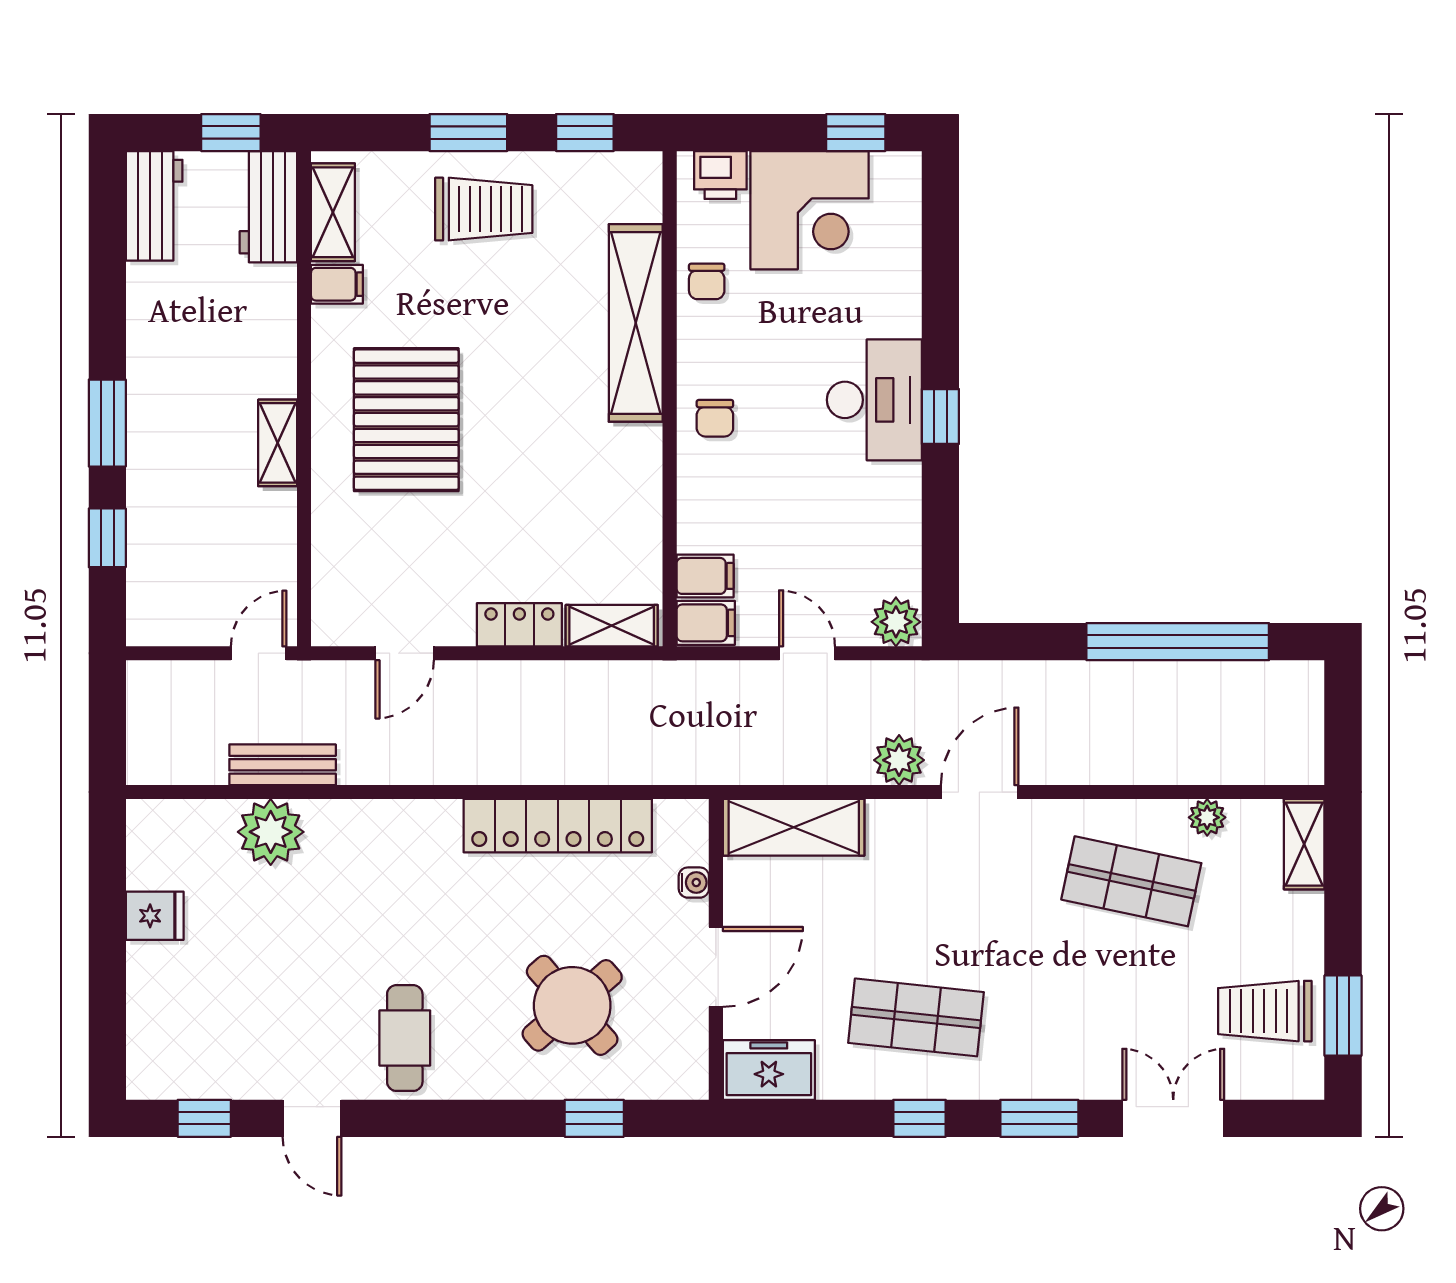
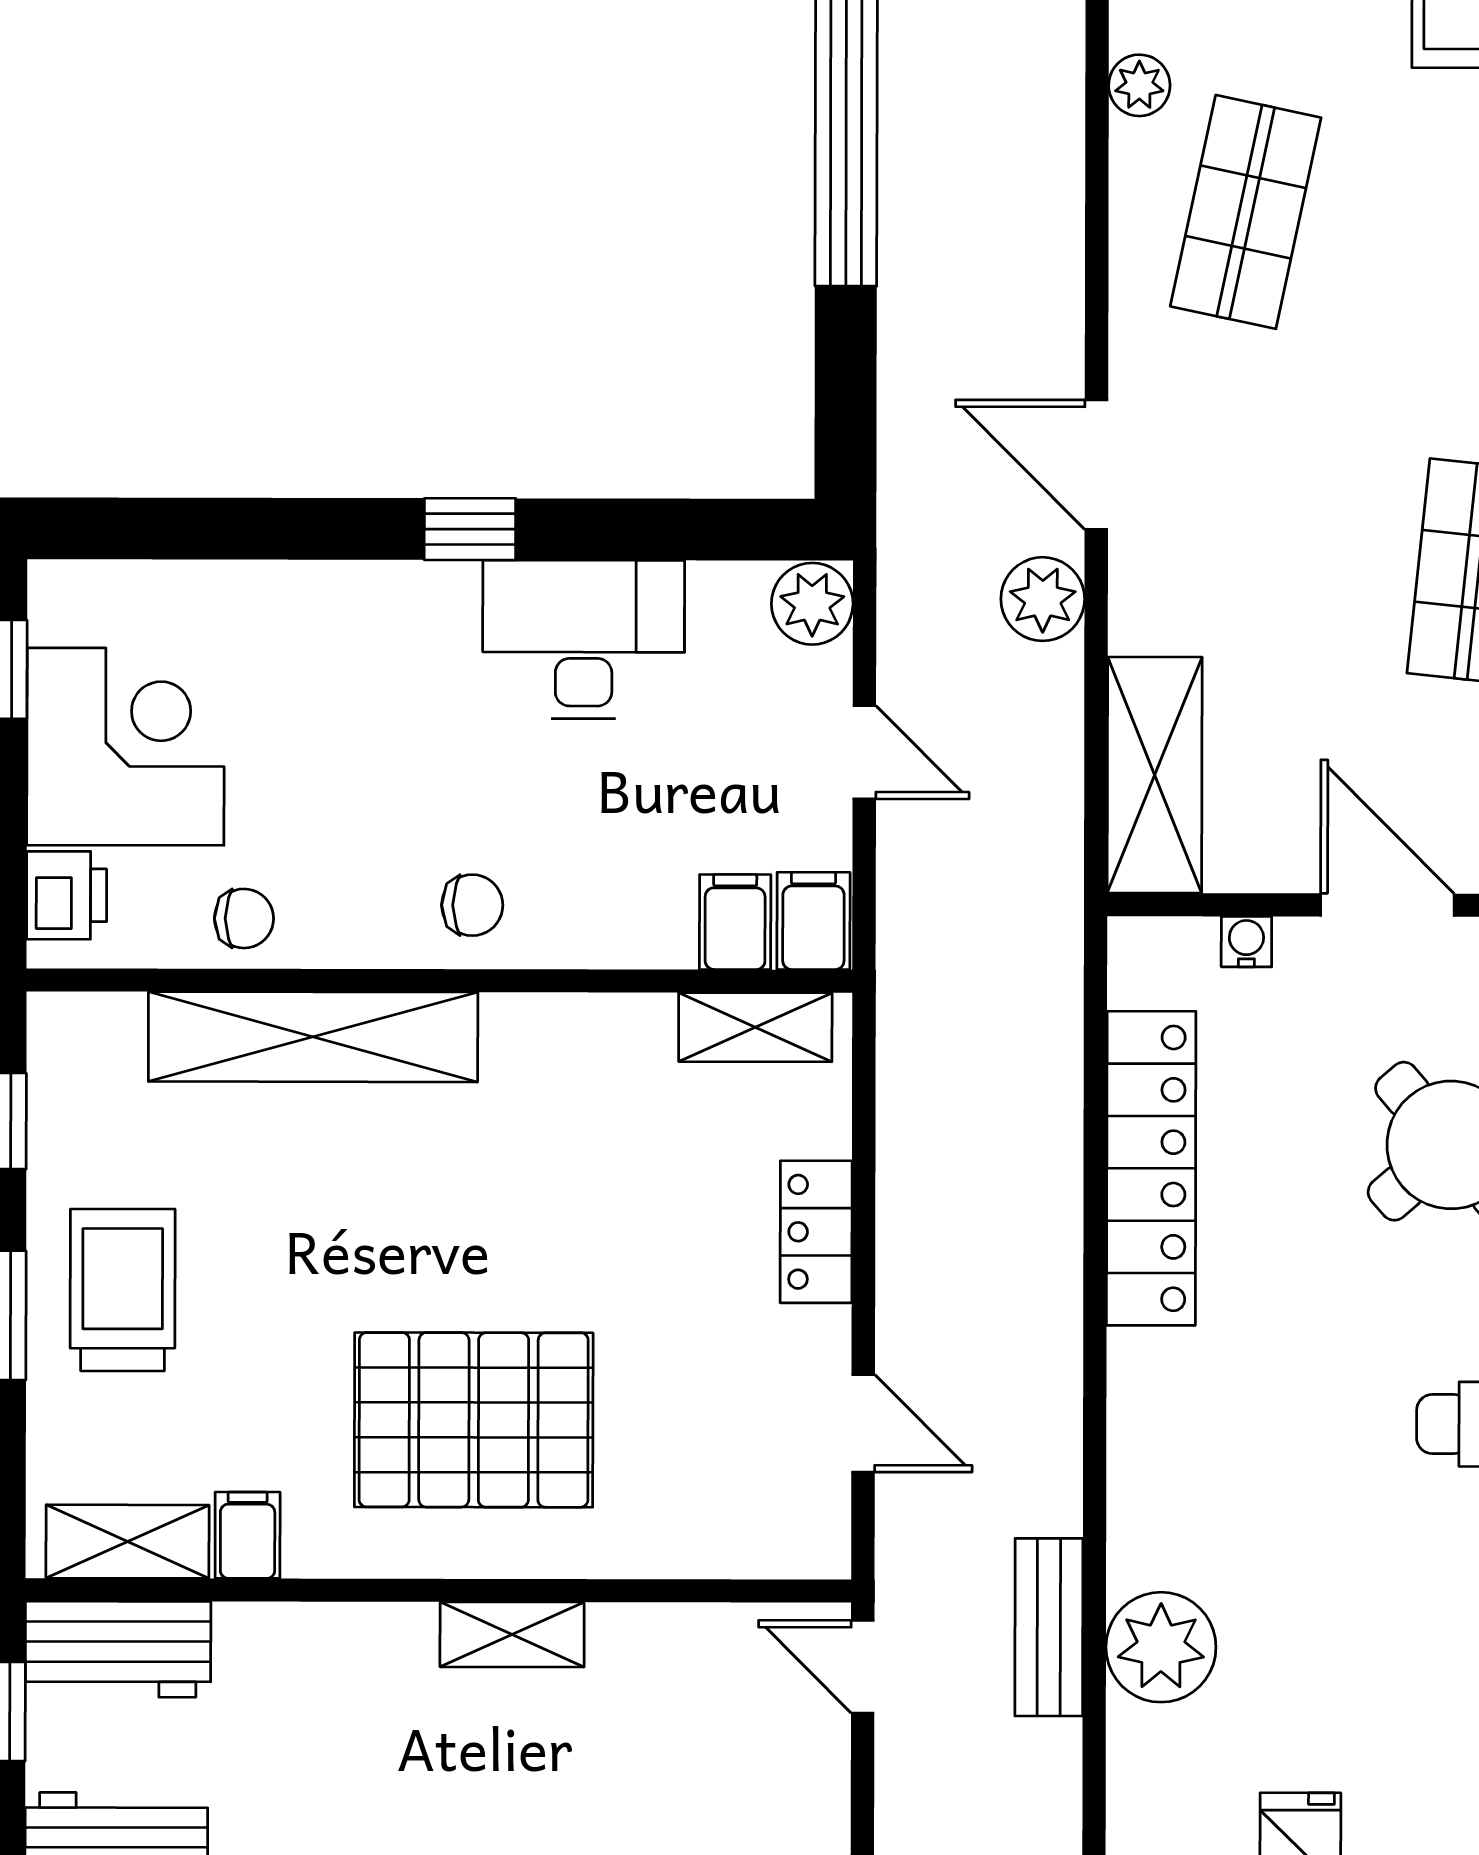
desk: (874, 400) -> (584, 639), moved
shelving: (612, 626) -> (755, 1027), moved, turned 90
door: (807, 653) -> (864, 752), swing flipped

